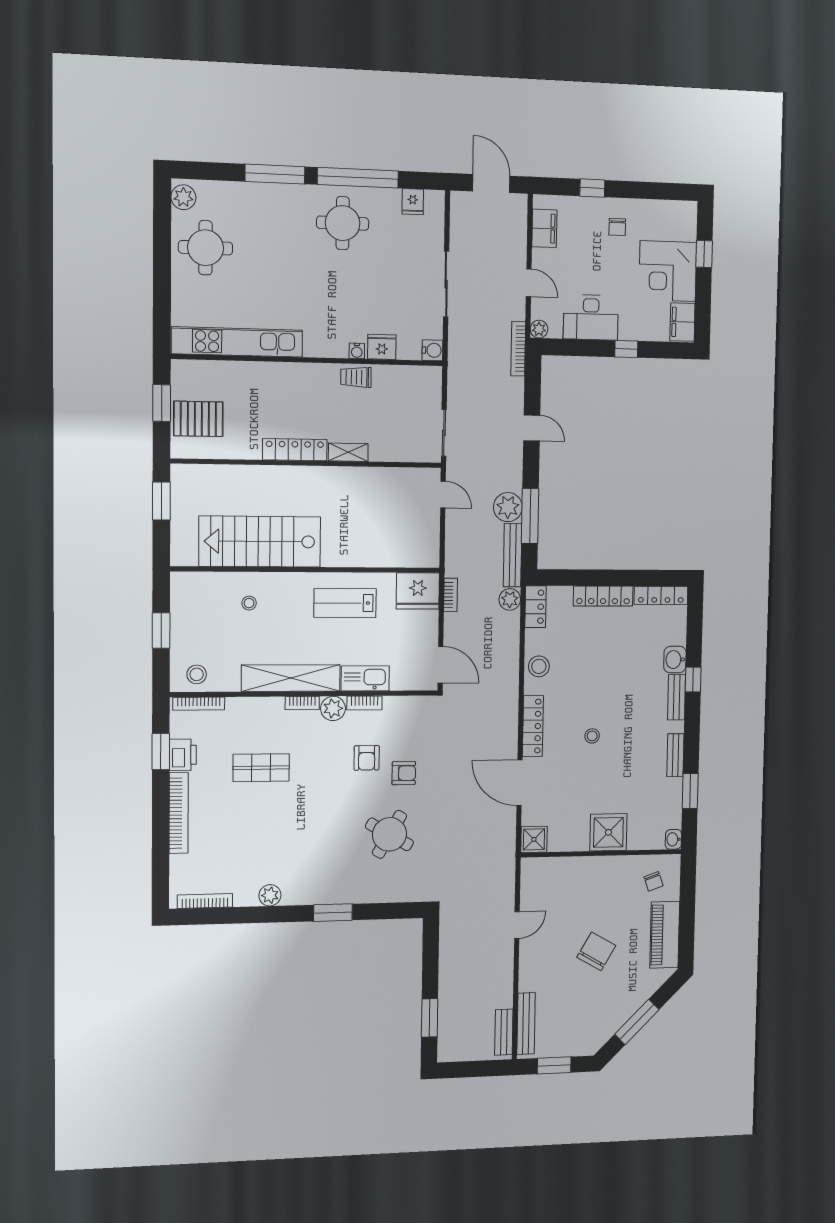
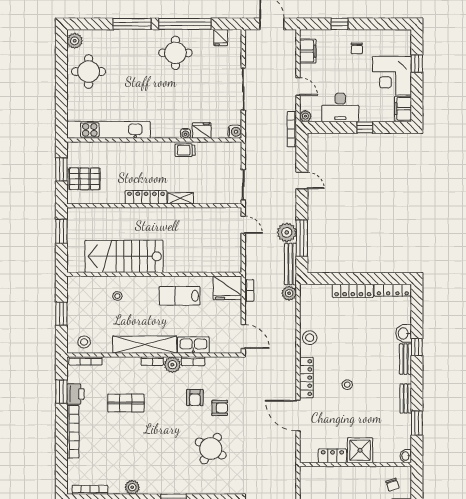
locker: (536, 607) -> (332, 456), moved, turned -90
shower: (534, 839) -> (309, 454), removed

